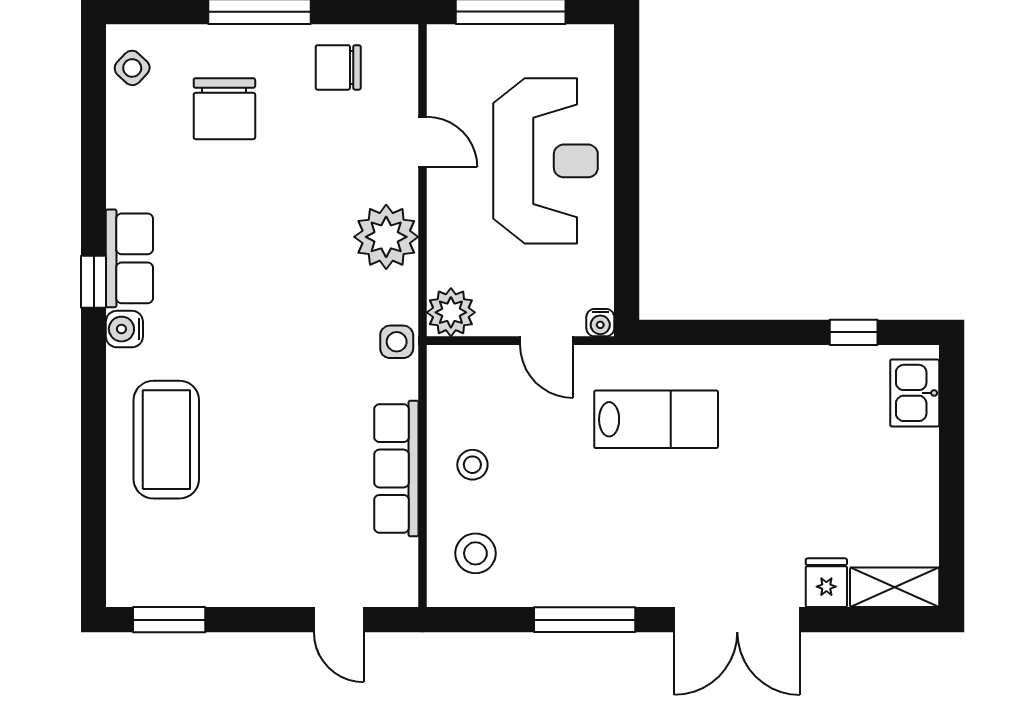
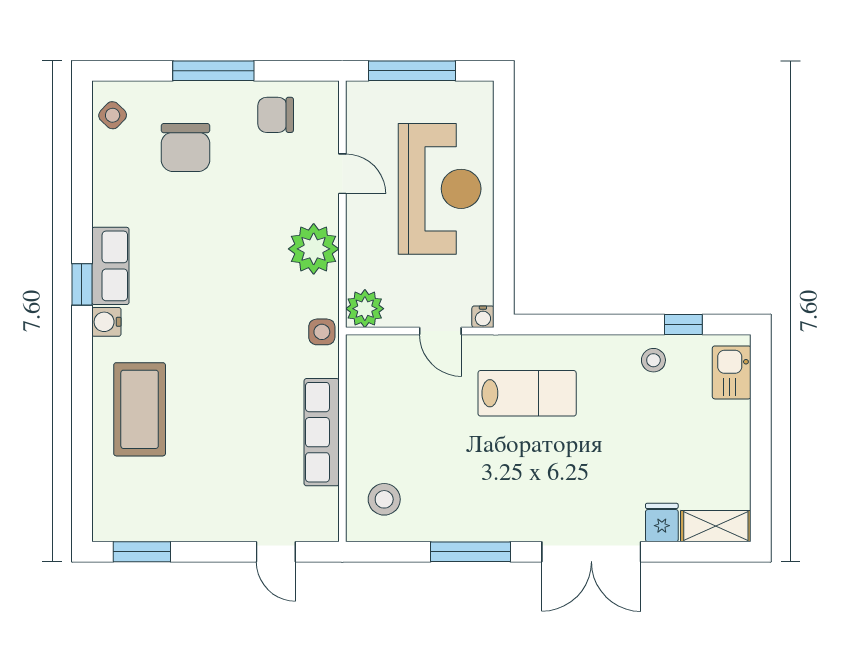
stool: (472, 465) -> (653, 360), moved

